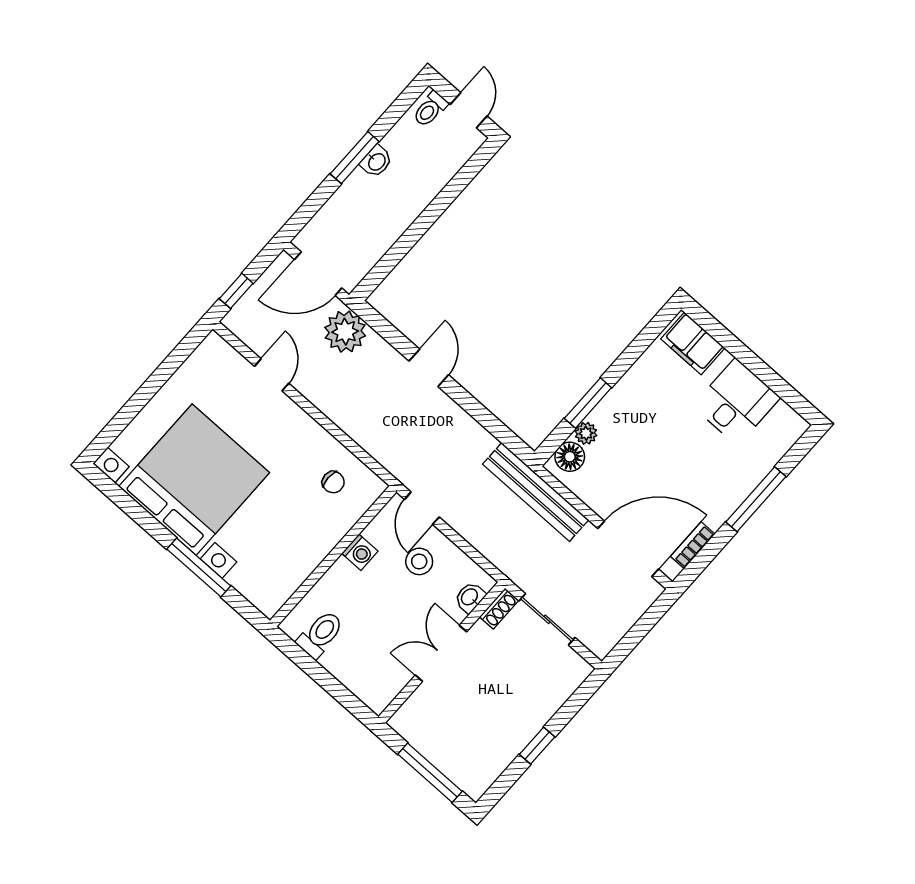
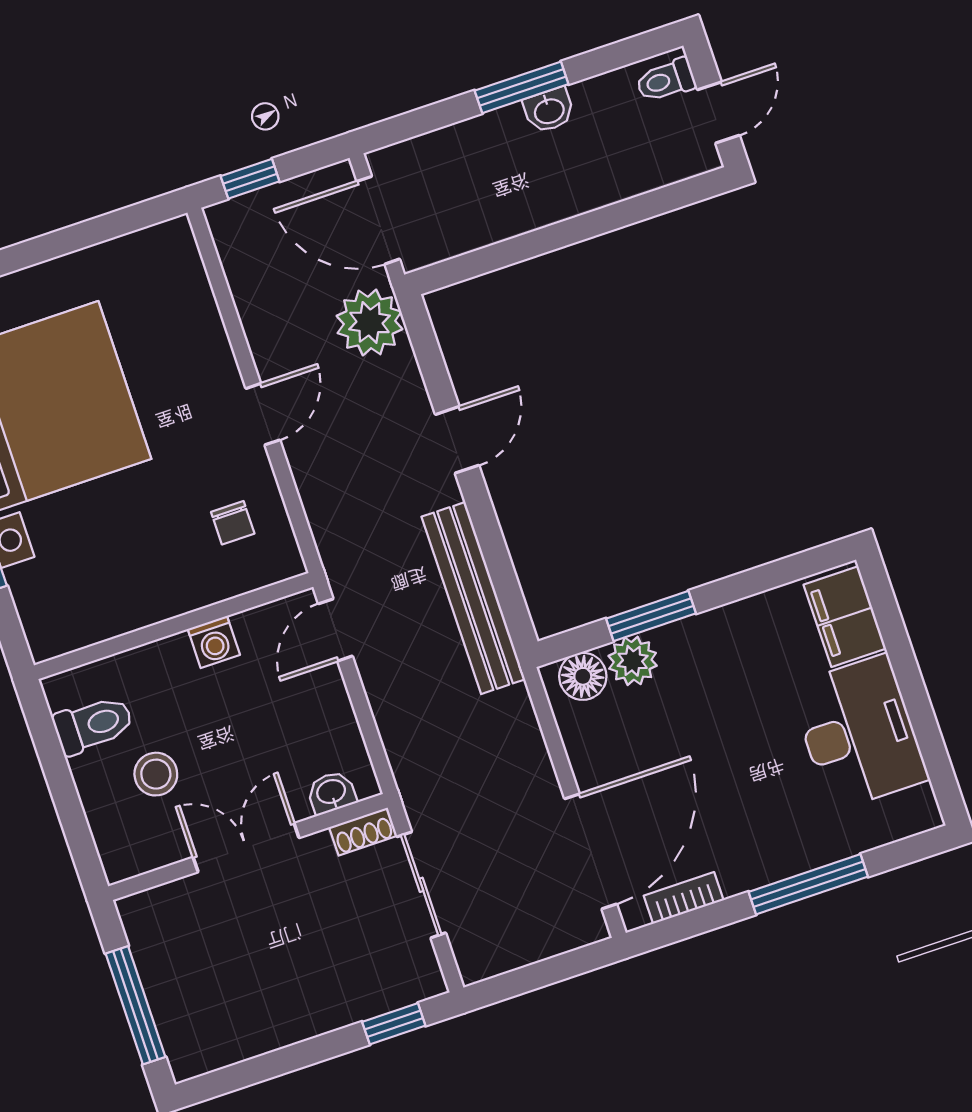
door: (272, 375) -> (263, 414), moved
desk: (736, 402) -> (859, 733), width x1.37
plant: (586, 433) -> (633, 661), width x1.38, depth x1.38
bench: (536, 492) -> (473, 598), moved
door: (628, 549) -> (591, 851), hinge flipped
stool: (419, 561) -> (156, 774), moved
window: (537, 746) -> (394, 1024), moved

